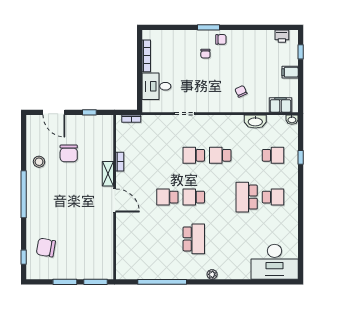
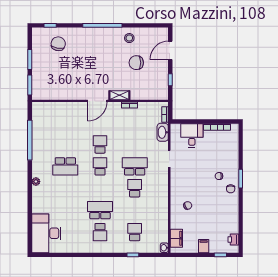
washbasin: (255, 121) -> (163, 132), moved
school desk: (194, 155) -> (135, 166), width x1.85
school desk: (273, 155) -> (135, 232), turned 180

